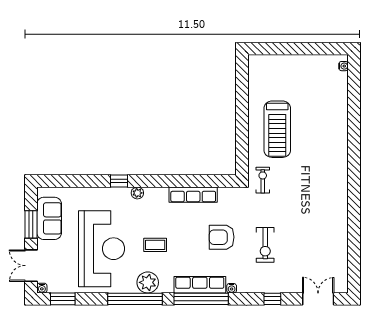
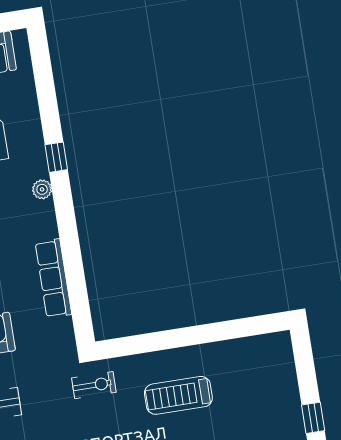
window: (304, 49) -> (313, 418), added
treadmill: (277, 129) -> (178, 395), width x0.73, depth x0.73

